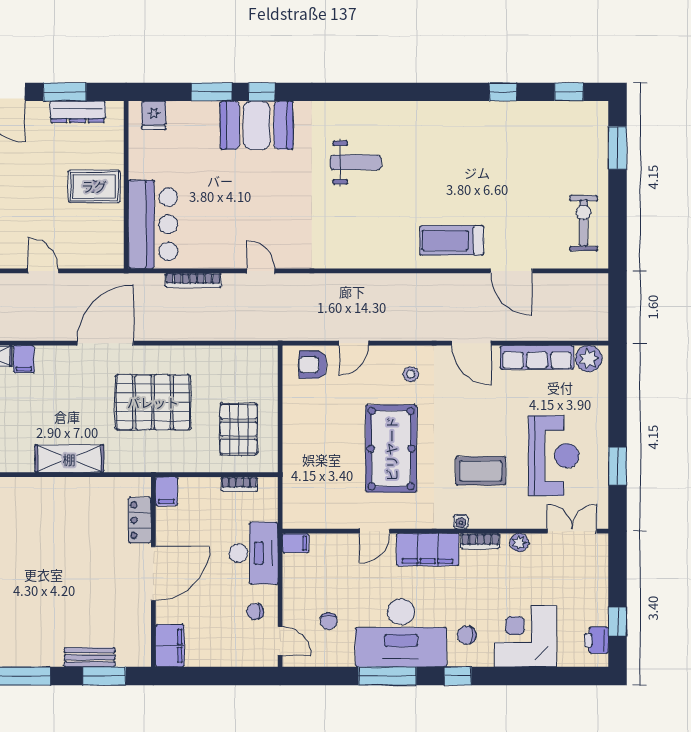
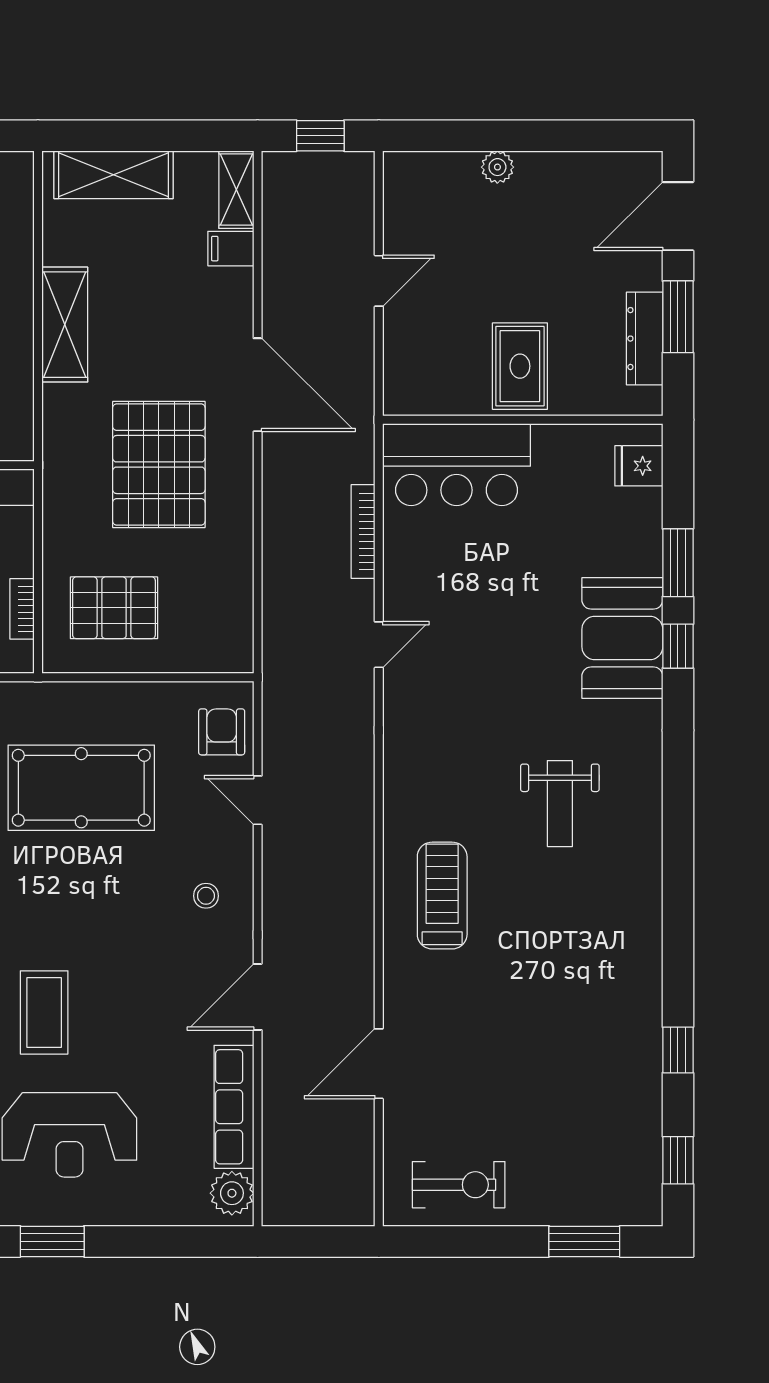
treadmill: (452, 240) -> (442, 896), moved
pool table: (391, 449) -> (81, 788), moved

